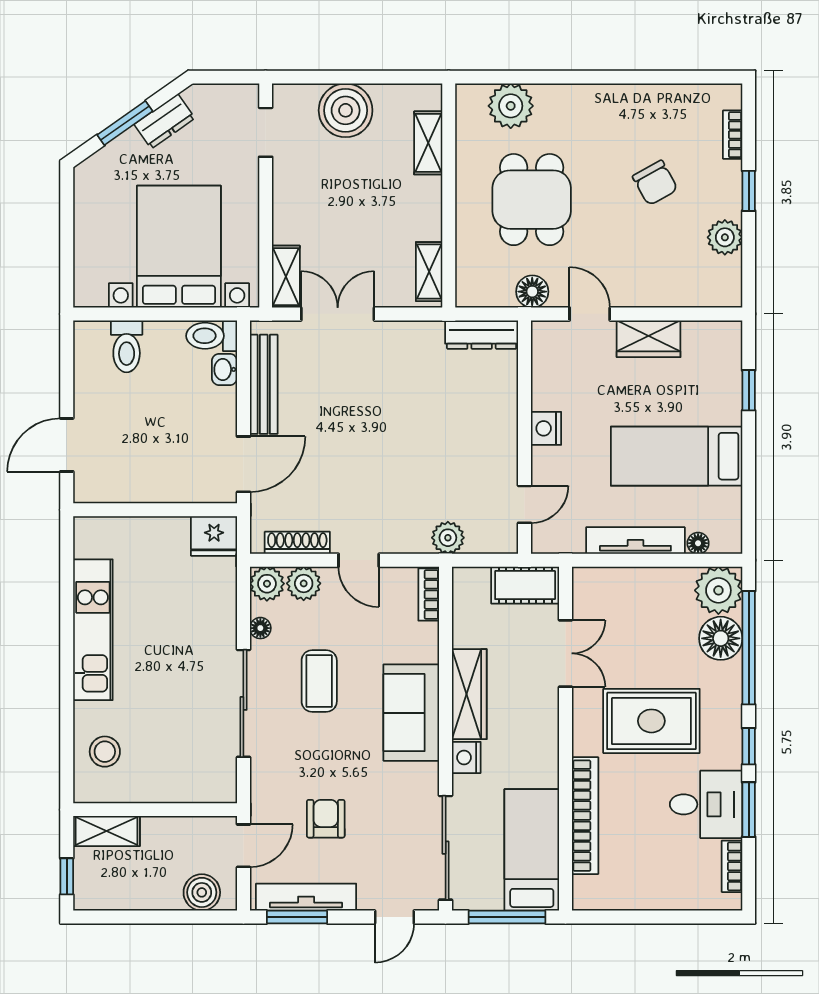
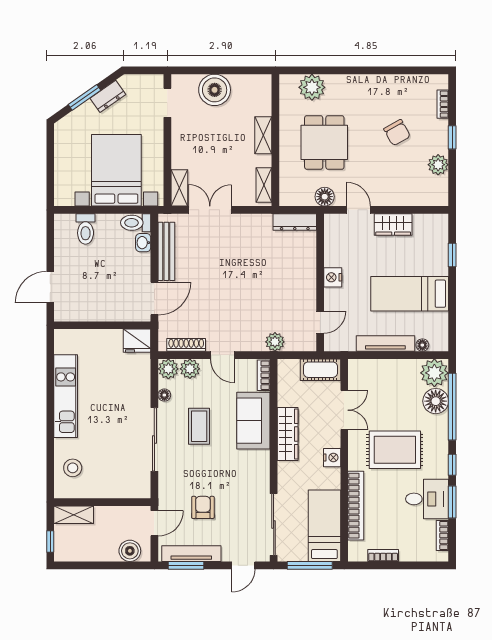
shelving: (428, 143) -> (263, 135), moved
sofa: (411, 713) -> (253, 421), moved
nightstand: (466, 757) -> (332, 458), moved, turned 180
bookcase: (631, 900) -> (383, 556), added

